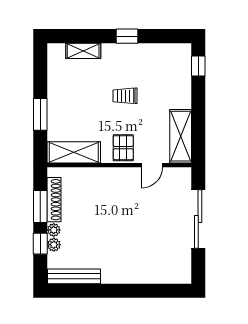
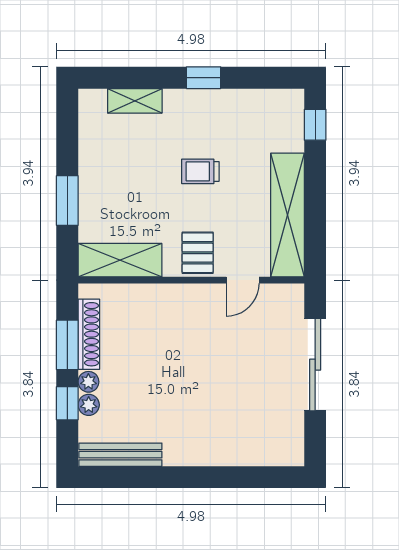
shelving: (181, 136) -> (287, 215), width x1.47

